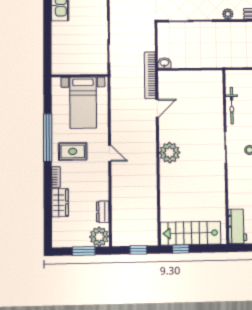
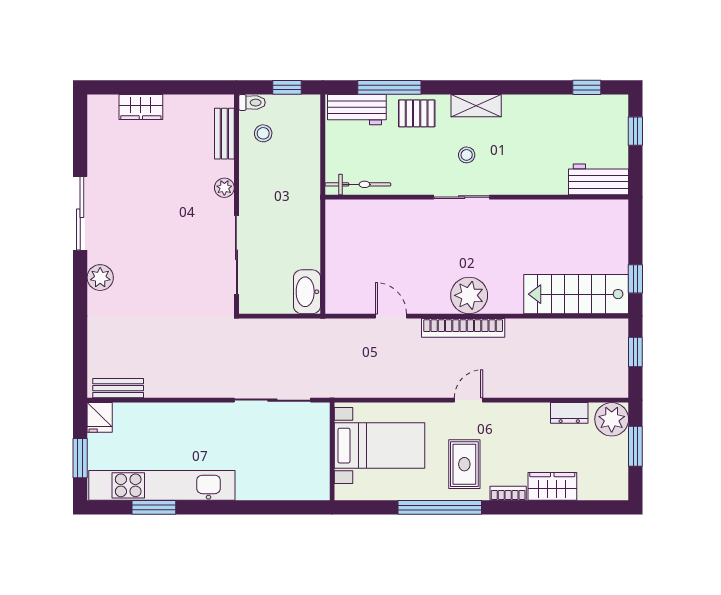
washbasin: (164, 63) -> (307, 292), width x1.91, depth x1.45
bookcase: (150, 75) -> (463, 328), moved
bicycle: (232, 105) -> (358, 184), moved
stairs: (190, 233) -> (576, 294), moved, turned 90

